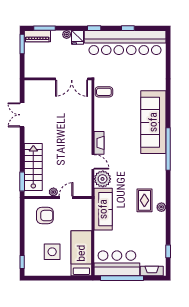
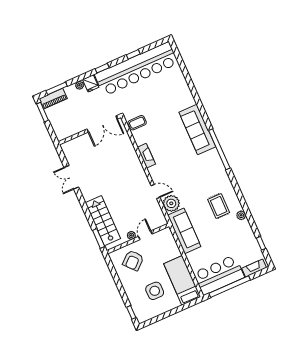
sofa: (153, 122) -> (197, 129), width x0.74, depth x0.79
fireplace: (99, 143) -> (146, 156), moved
plant: (161, 207) -> (241, 215), moved
armchair: (45, 216) -> (133, 260), turned 138

